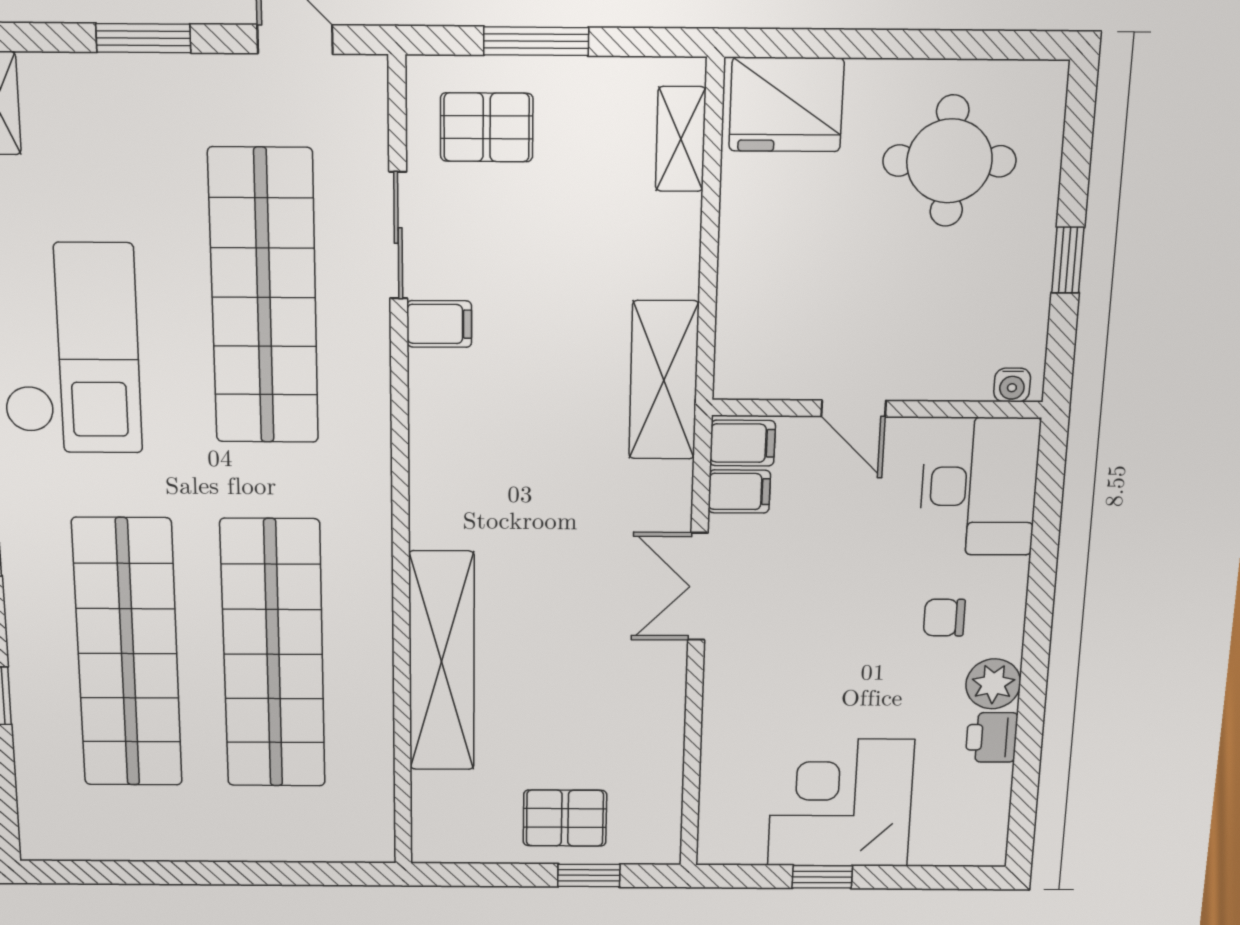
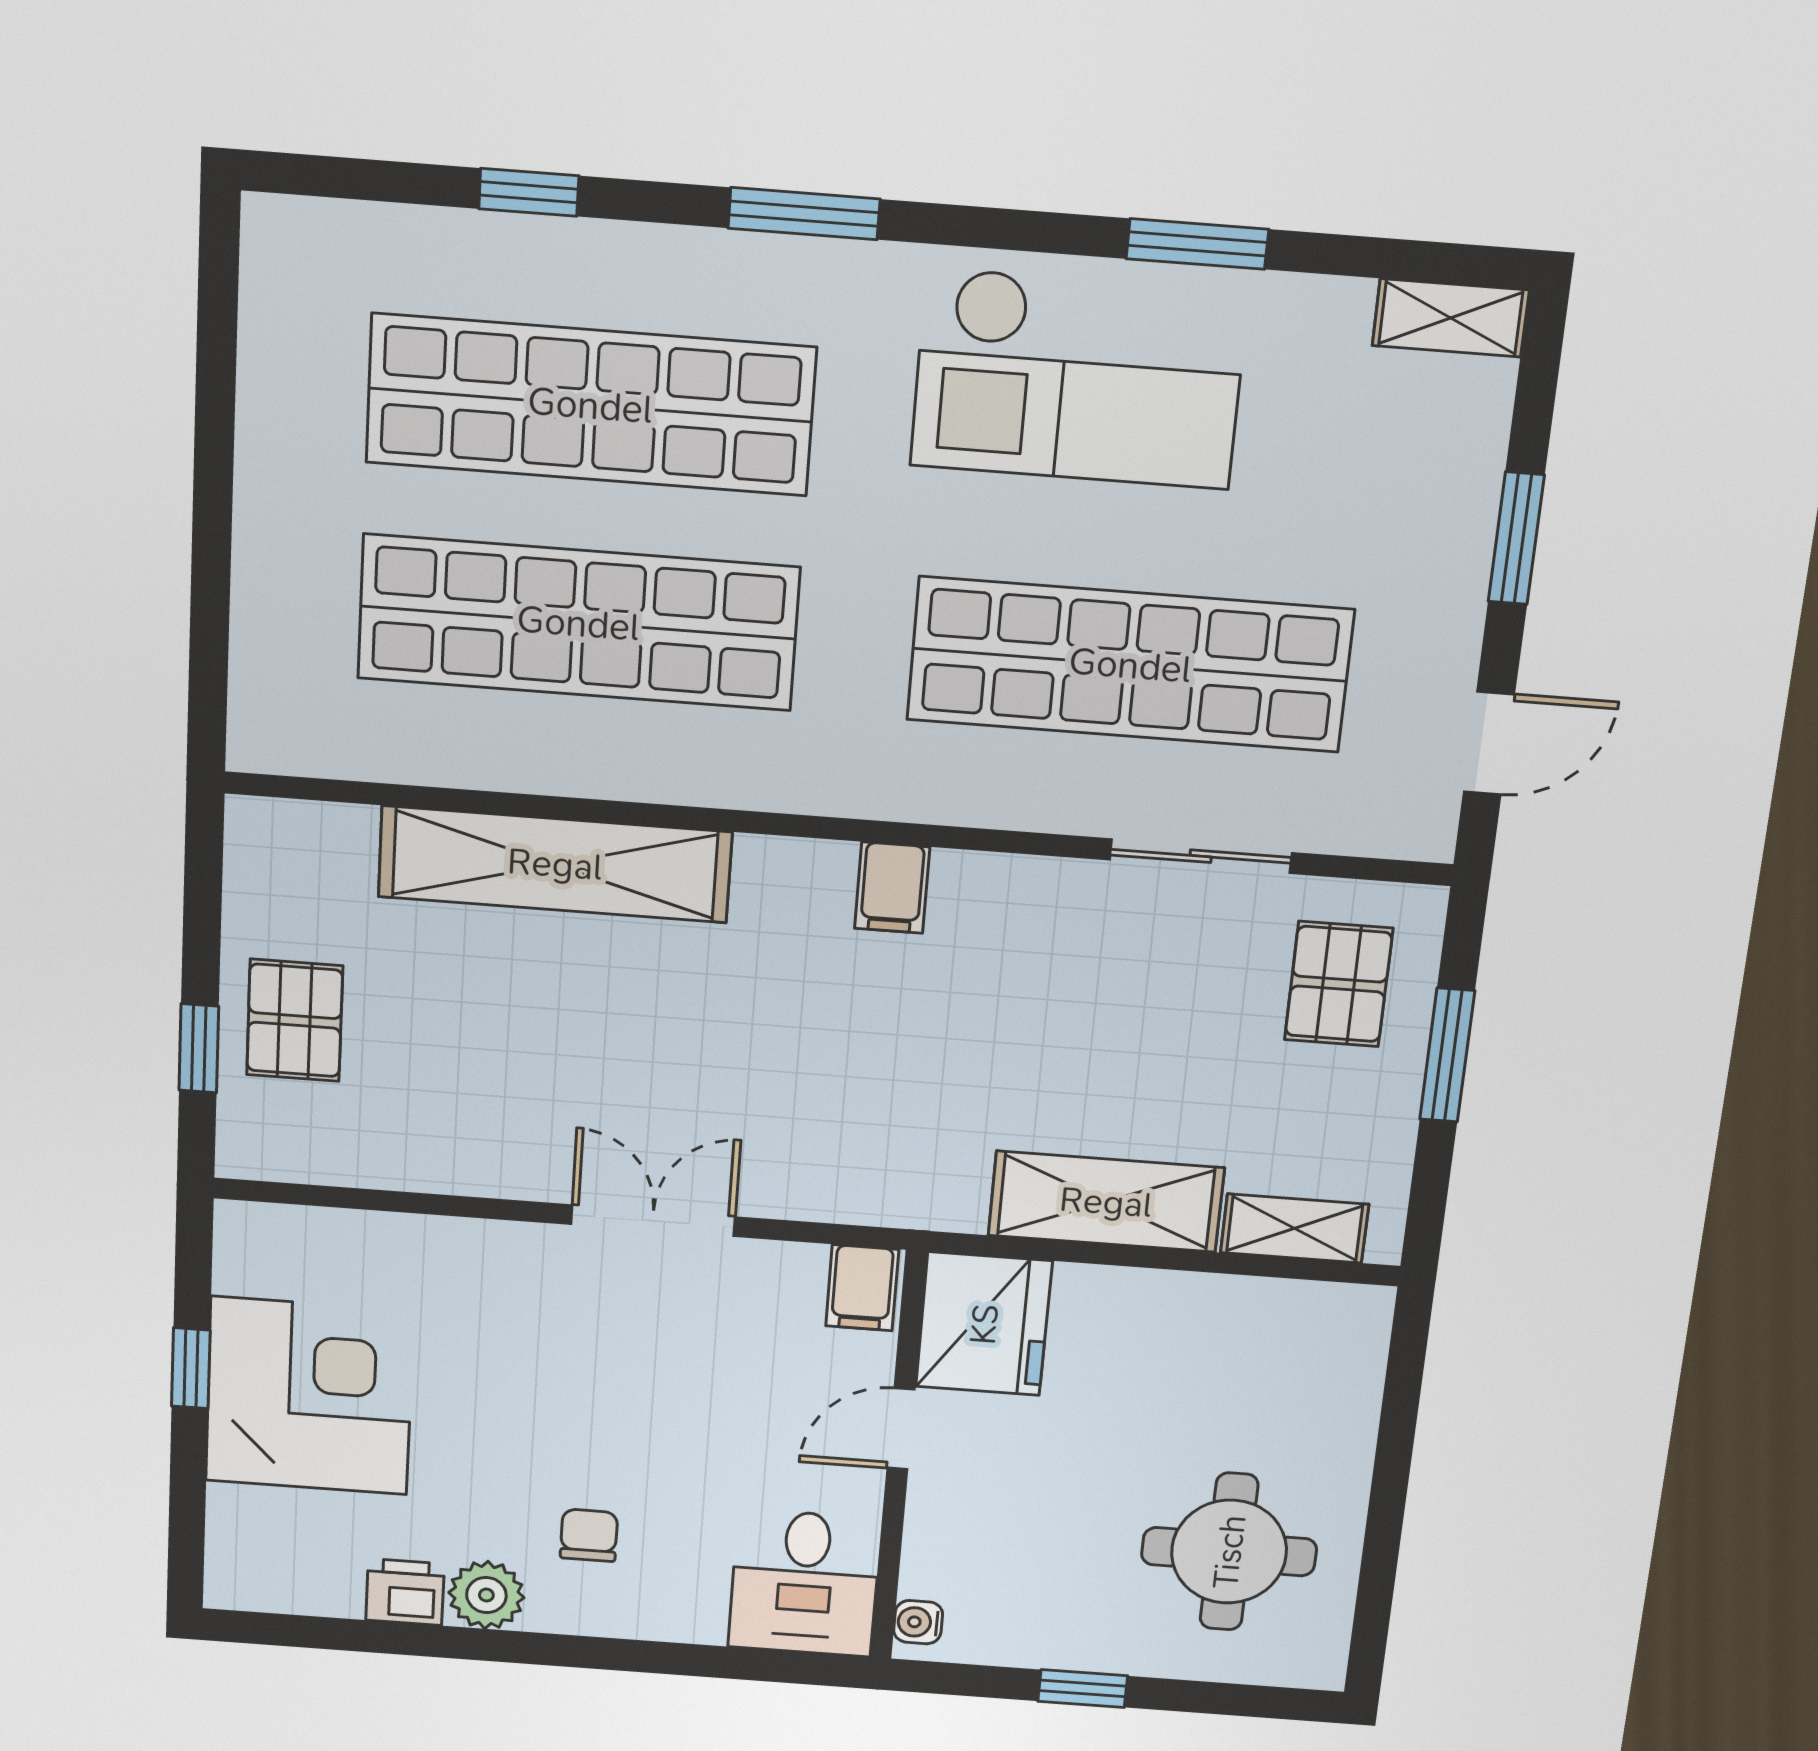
fridge: (786, 105) -> (984, 1324), moved, turned 180
filing cabinet: (439, 324) -> (892, 888), moved
shelving: (664, 380) -> (1106, 1202), moved
desk: (979, 486) -> (805, 1583), width x0.73
filing cabinet: (739, 491) -> (792, 1281), removed

